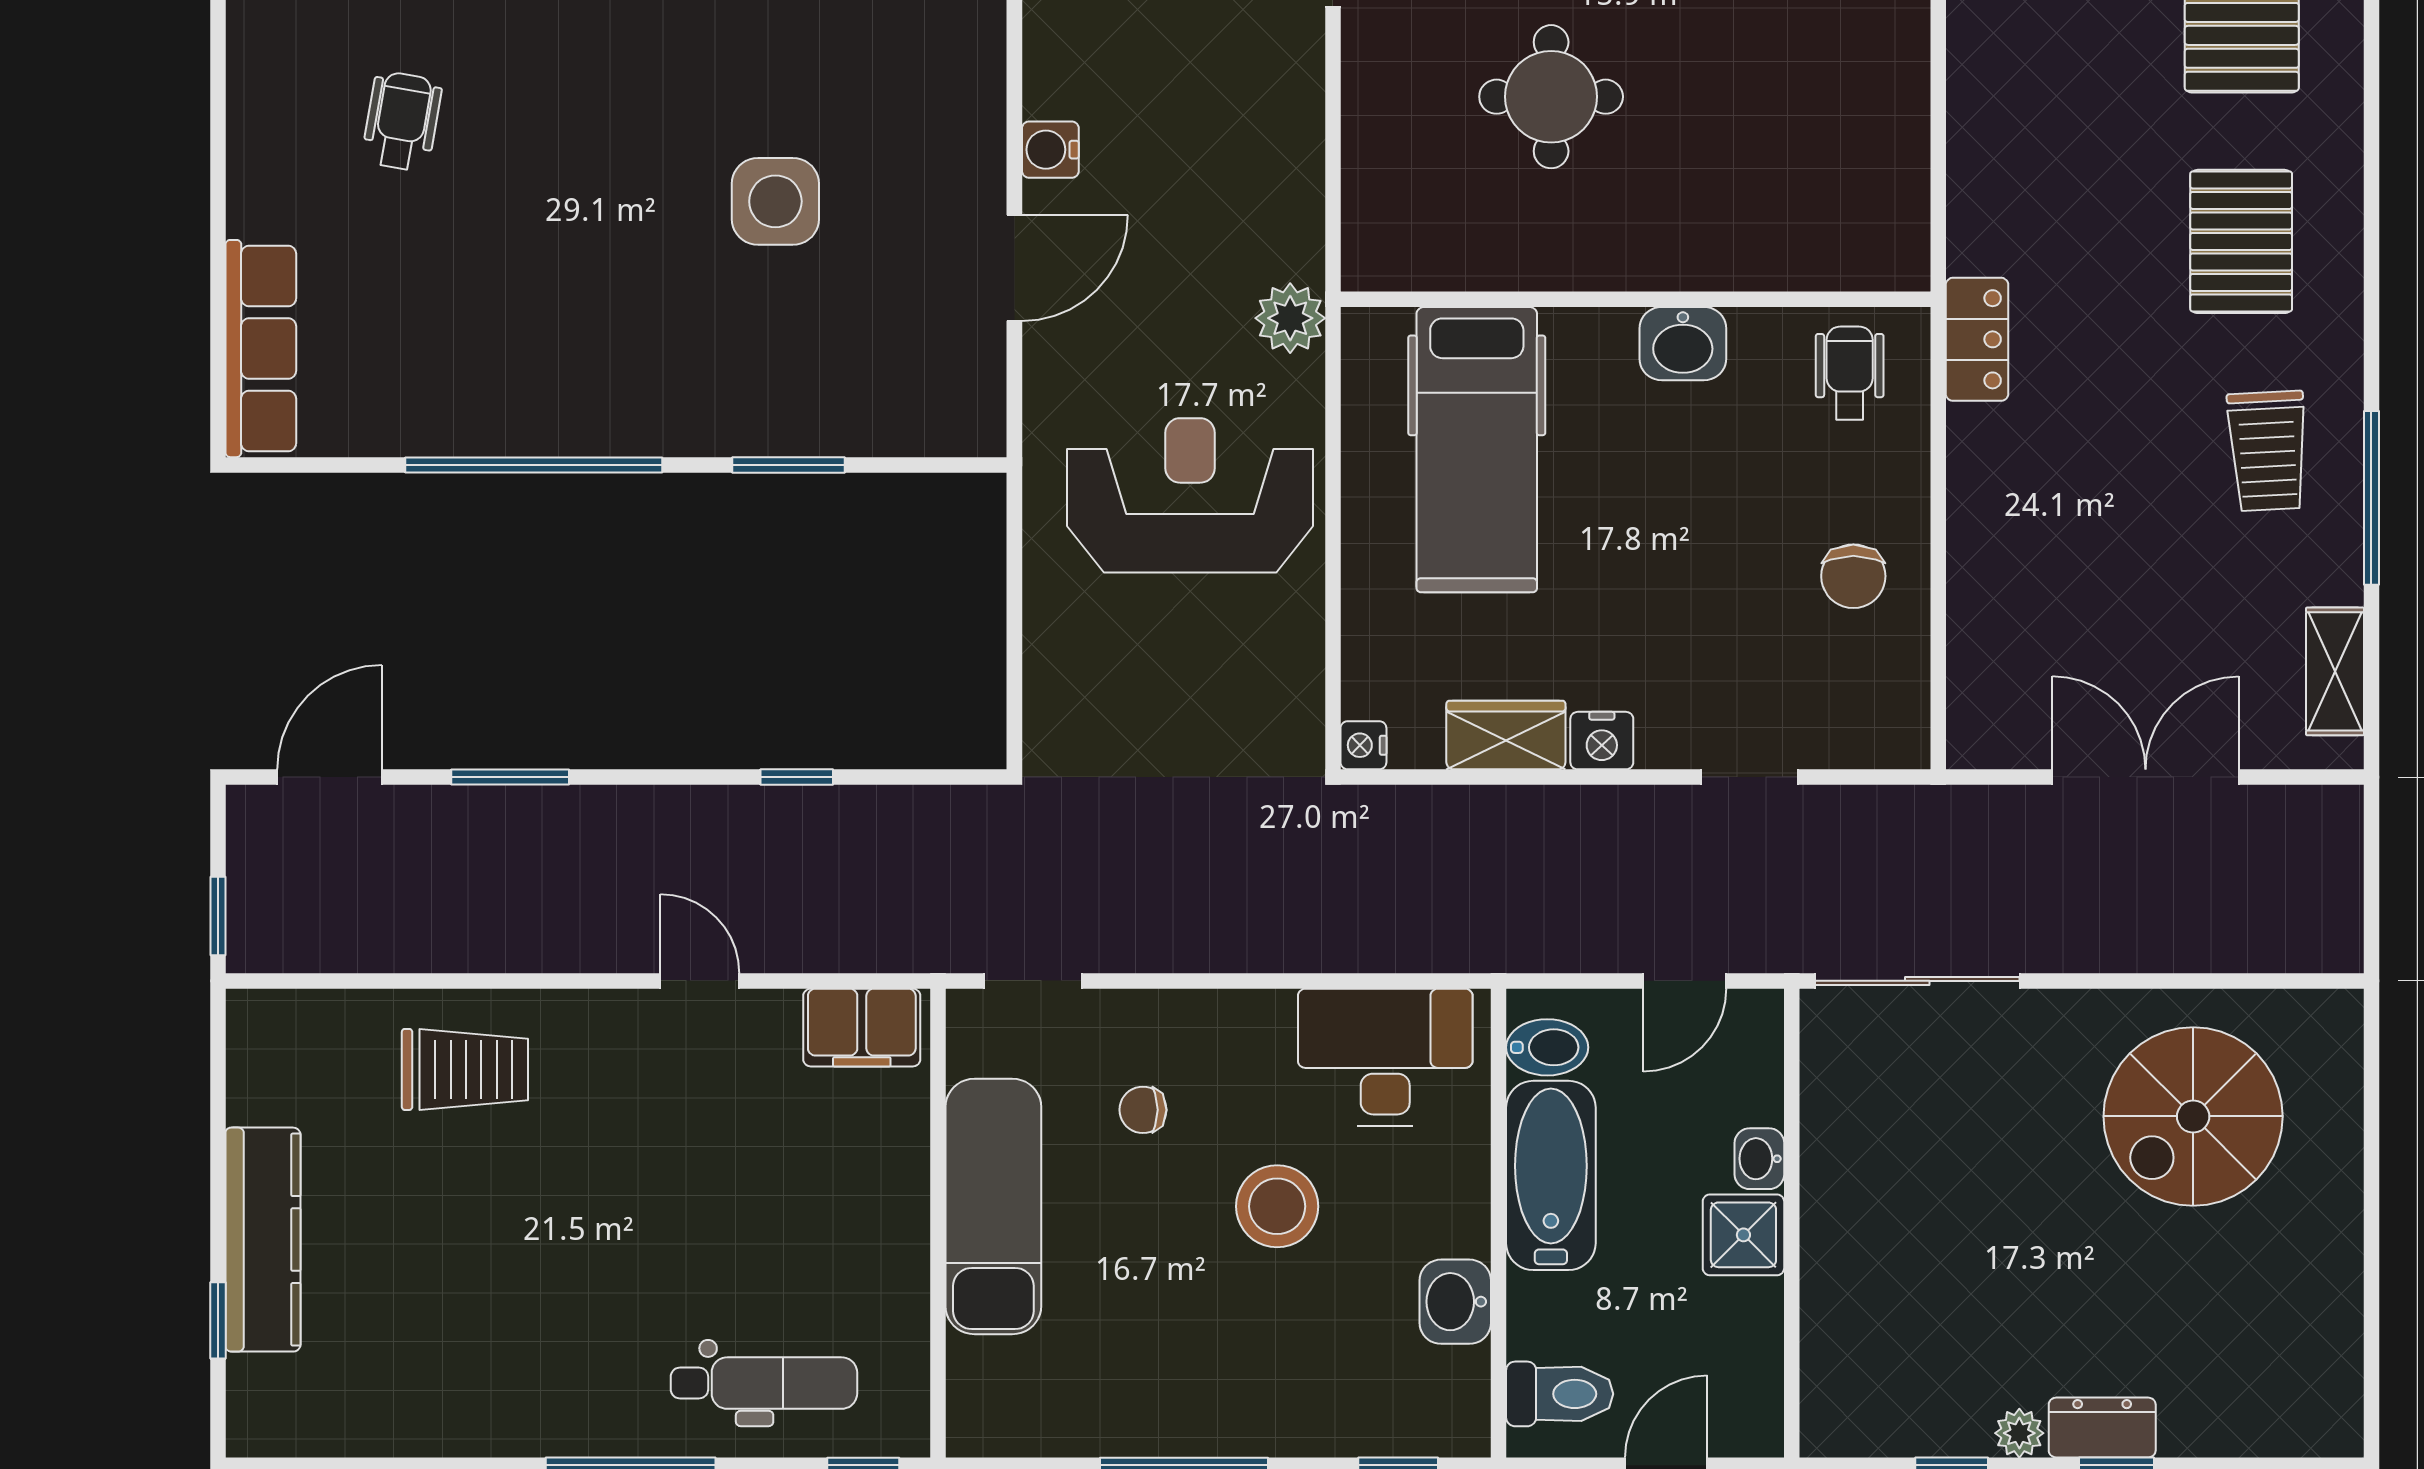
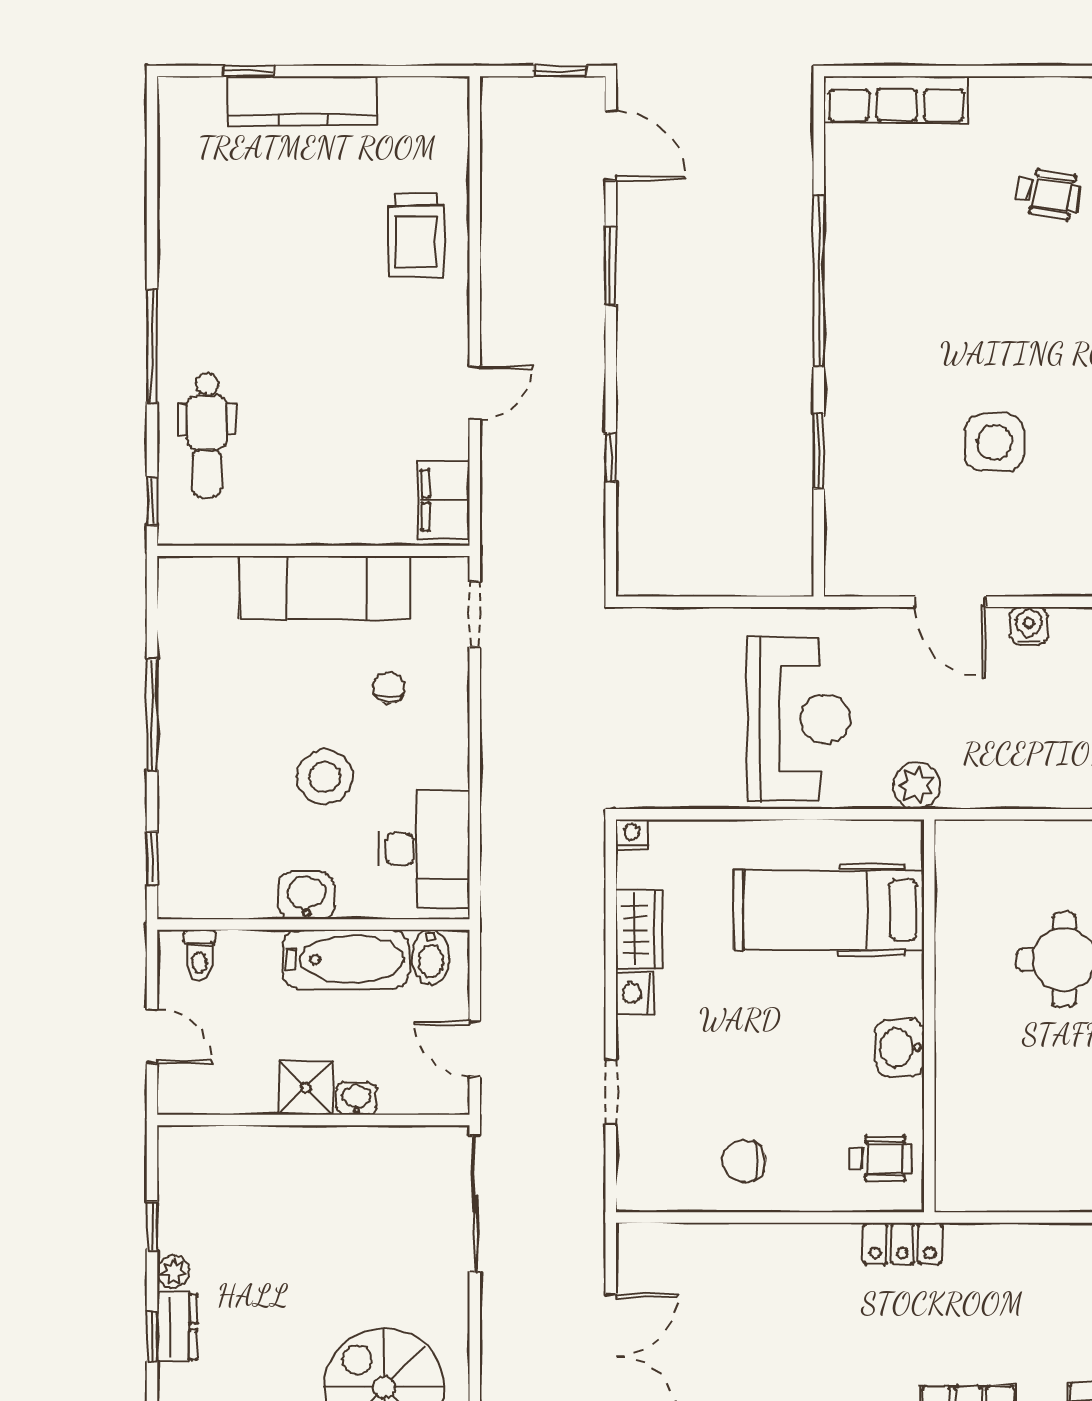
window: (218, 916) -> (560, 71), moved
washbasin: (1455, 1302) -> (306, 896), moved
toilet: (1560, 1394) -> (200, 955), width x0.73, depth x0.72

